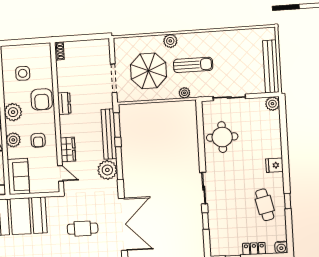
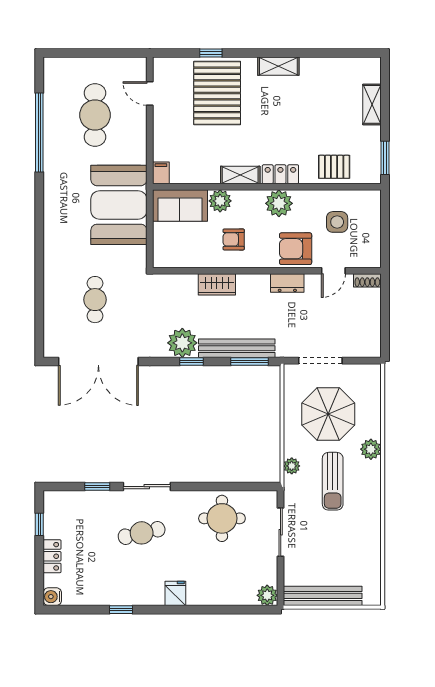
plant: (13, 140) -> (220, 201), moved
window: (119, 163) -> (192, 362), width x0.46
door: (60, 173) -> (333, 271), moved
cafe table: (265, 205) -> (142, 533), moved

